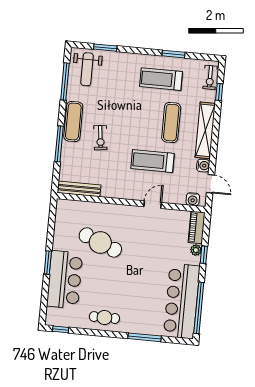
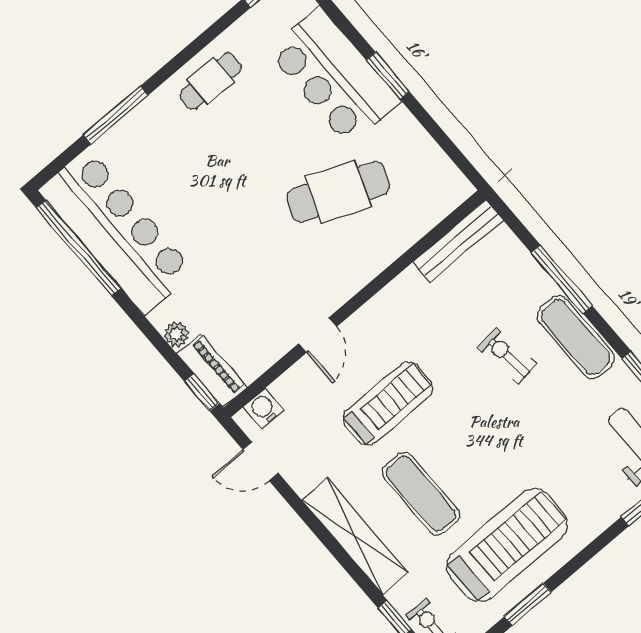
treadmill: (161, 79) -> (507, 545), width x1.37, depth x1.38
water cooler: (203, 166) -> (301, 478), removed
window: (204, 255) -> (202, 392), moved

